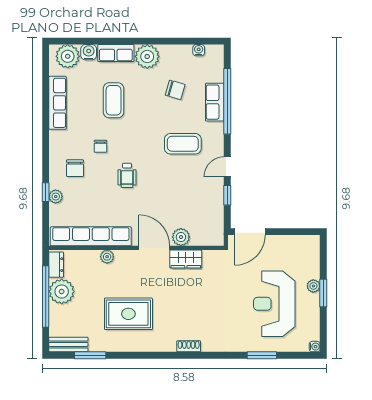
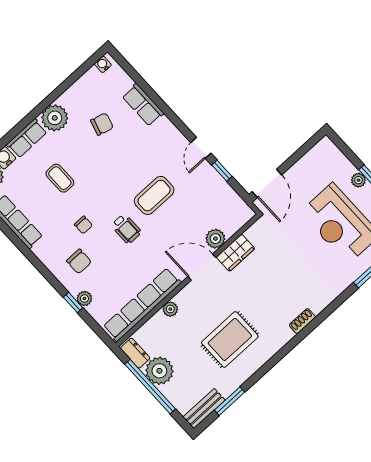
water cooler: (199, 50) -> (103, 64), moved
coffee table: (113, 100) -> (60, 178), width x0.73, depth x0.77
window: (227, 101) -> (152, 95), removed
coffee table: (183, 144) -> (154, 195), moved

